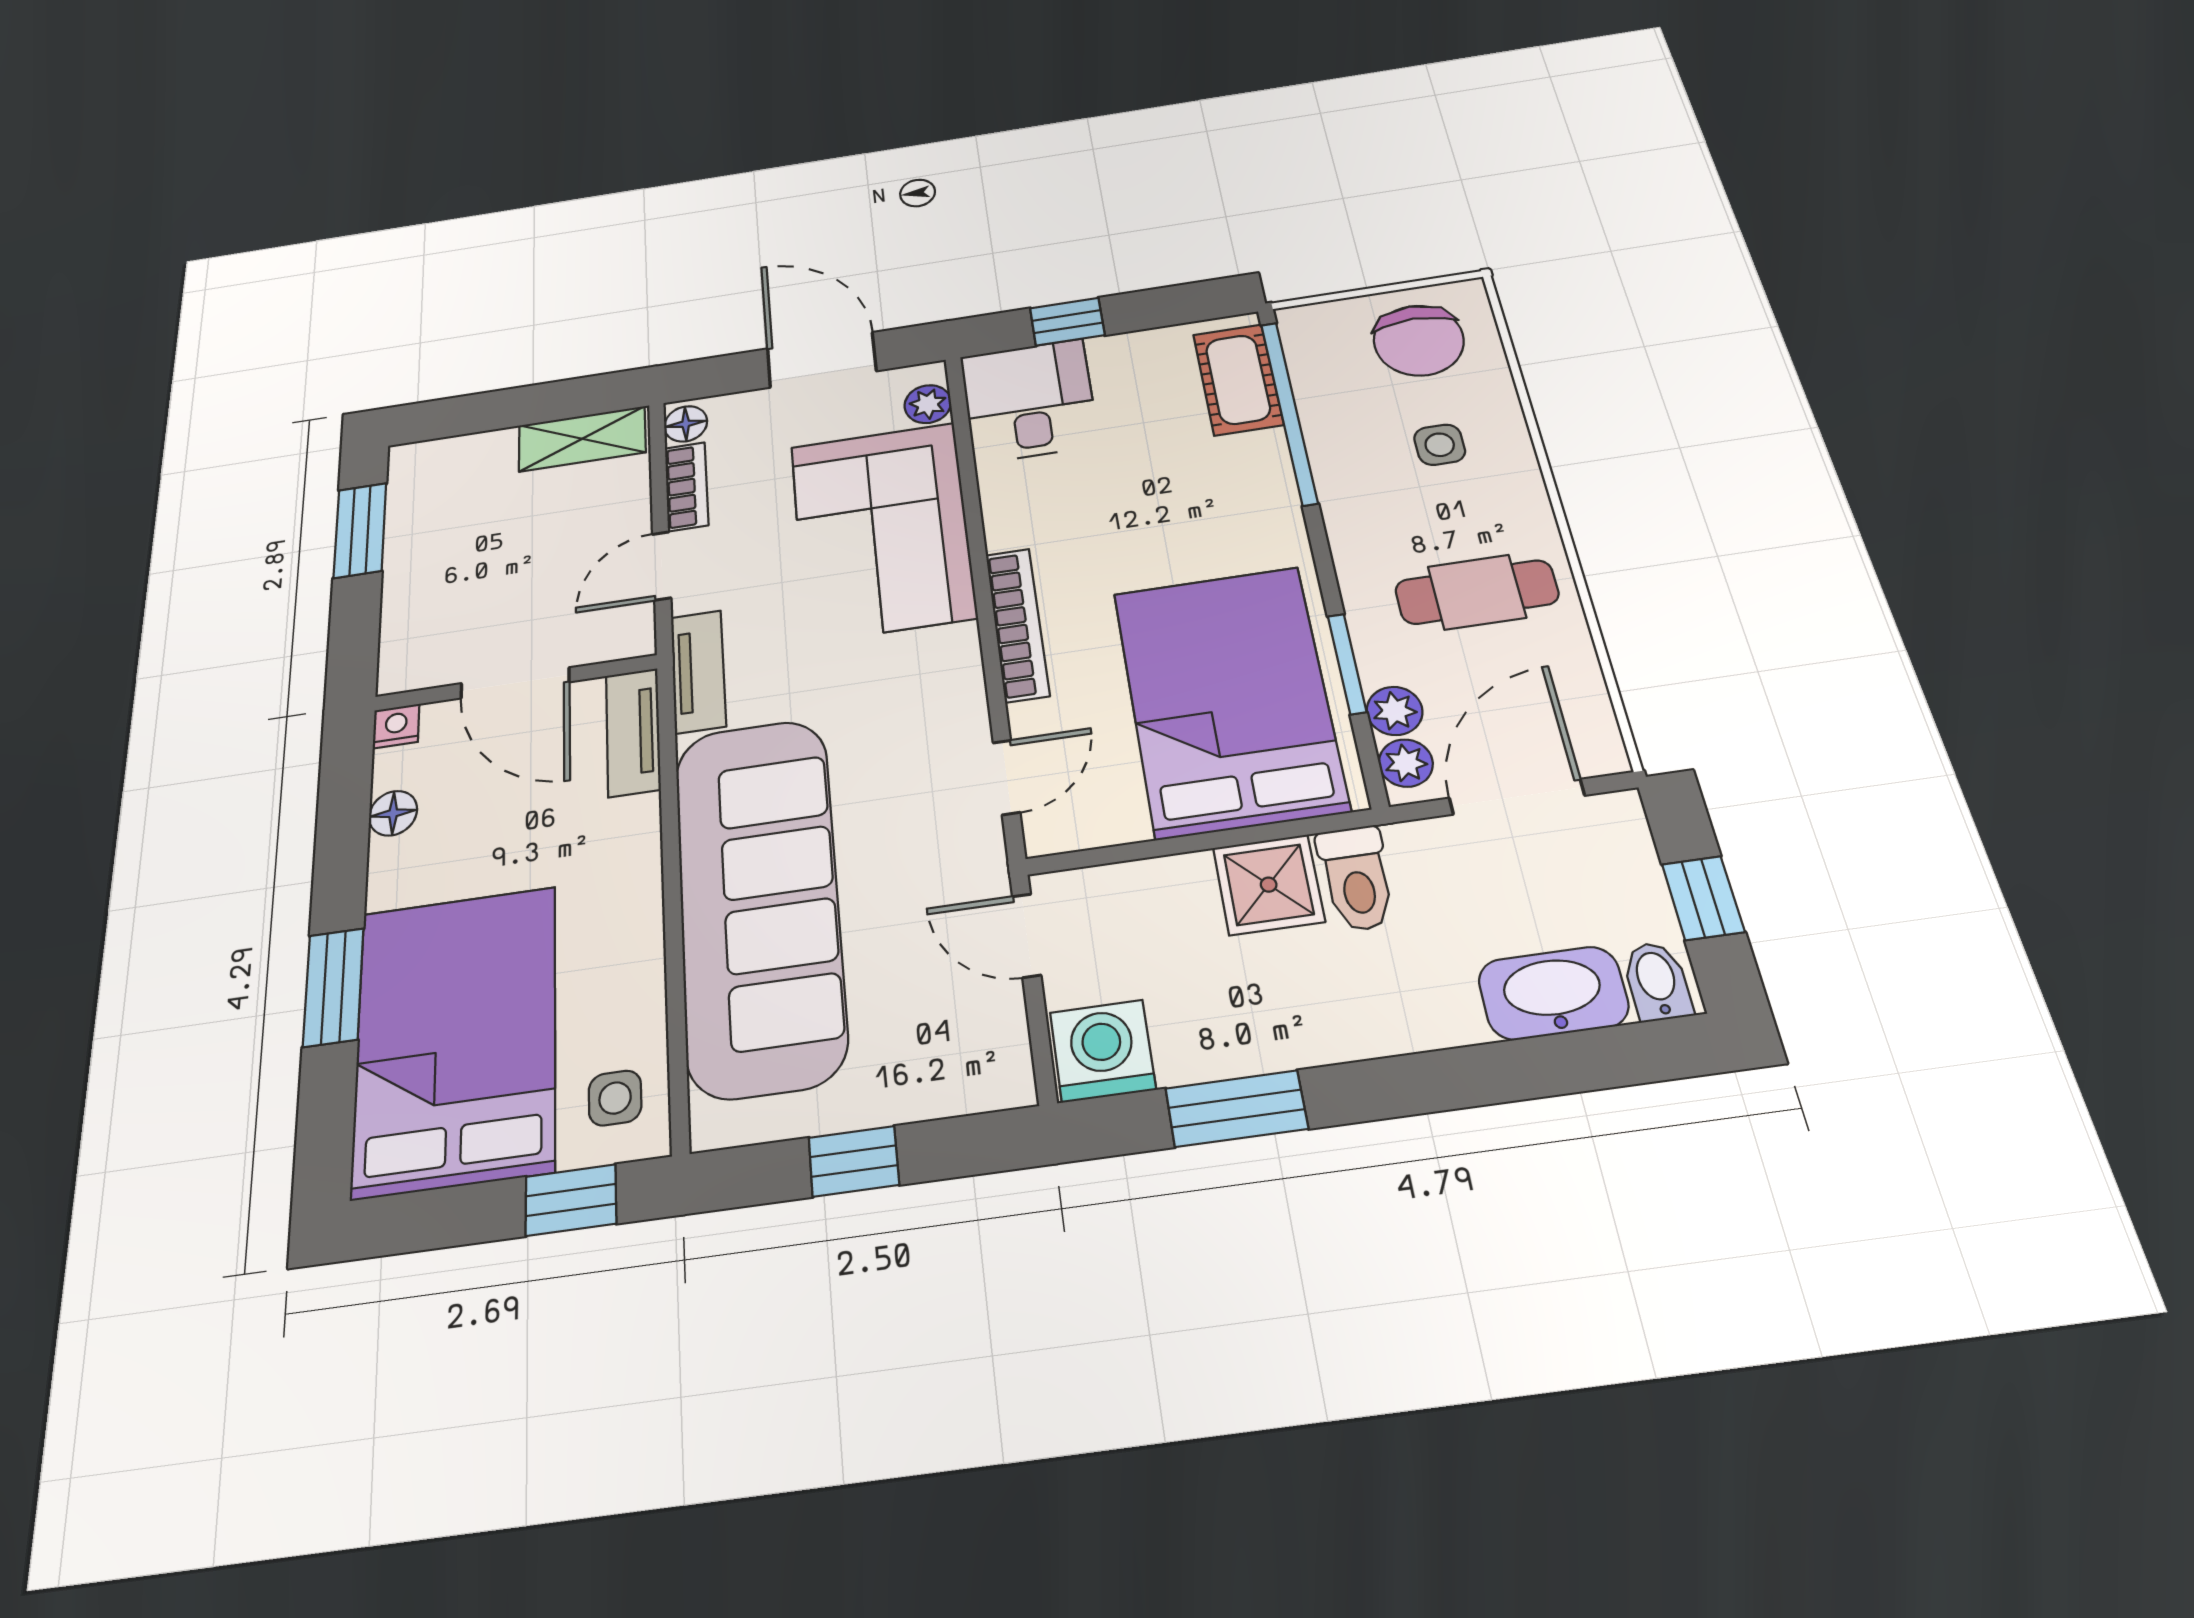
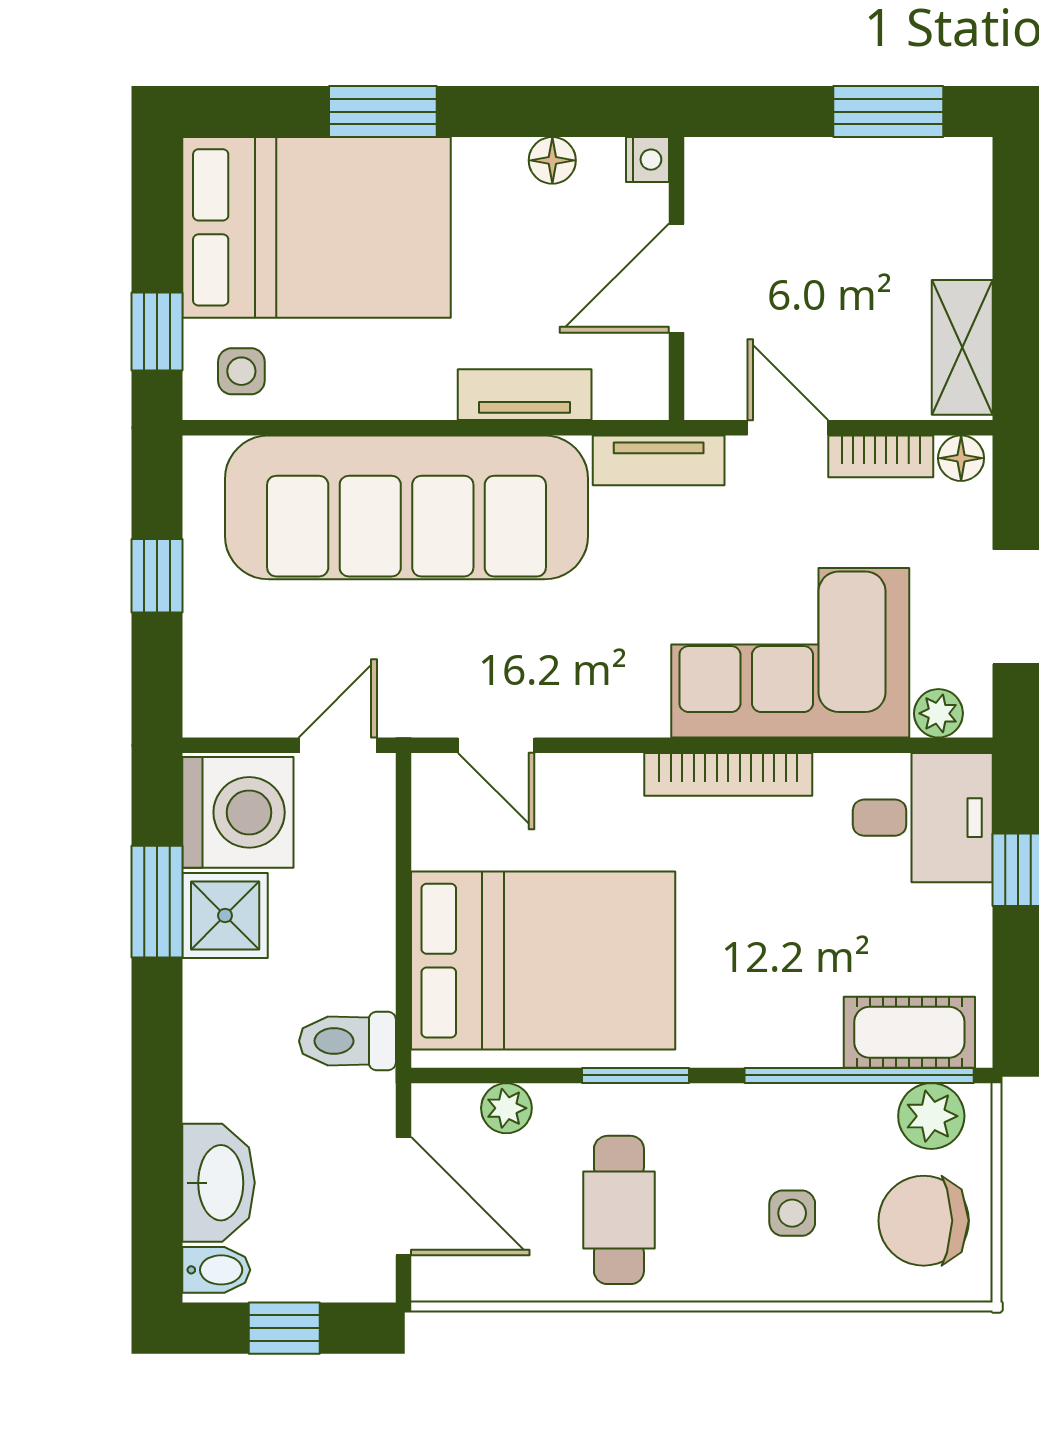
bookcase: (1017, 624) -> (728, 774), moved
window: (1347, 664) -> (636, 1075), moved
tv unit: (633, 732) -> (525, 395), moved
plant: (1406, 763) -> (931, 1116), moved, width x1.38, depth x1.38
shower: (1269, 885) -> (225, 916), moved
washing machine: (1103, 1051) -> (238, 812), width x1.37, depth x1.37

